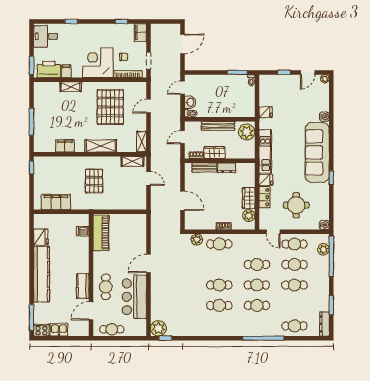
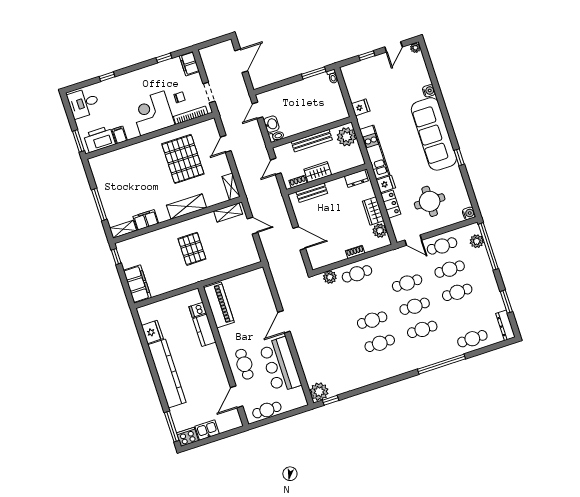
shelving: (71, 87) -> (123, 229), moved
dresser: (227, 168) -> (356, 178), moved
filing cabinet: (56, 202) -> (137, 284), moved, turned 90
kitchen counter: (83, 286) -> (204, 330), moved

